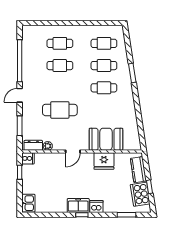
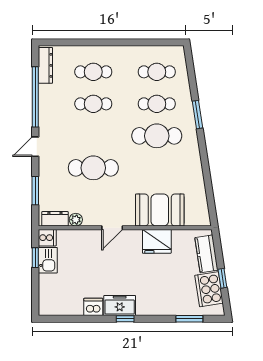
dresser: (27, 39) -> (45, 65), added
cafe table: (104, 88) -> (157, 136), width x1.37, depth x1.35
kitchen sink: (28, 203) -> (48, 260), moved
dishwasher: (96, 207) -> (93, 307), moved

